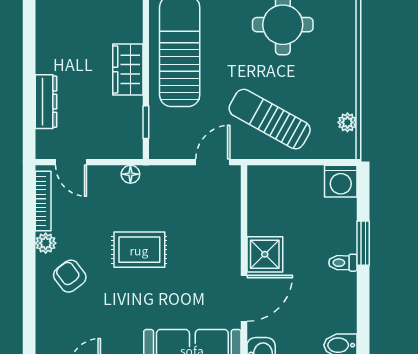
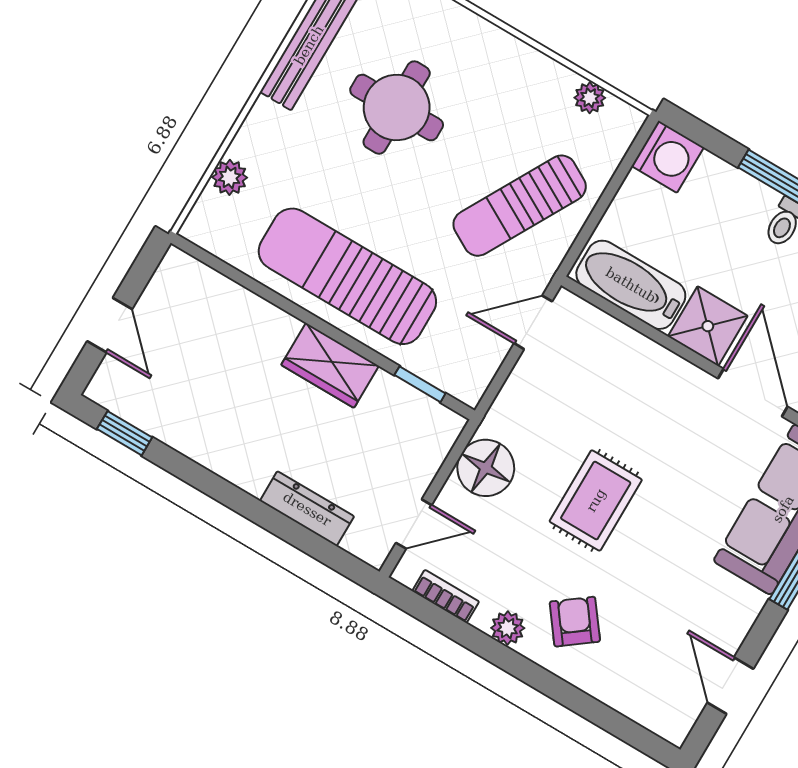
door: (213, 162) -> (533, 322), hinge flipped
floor lamp: (130, 174) -> (486, 468), width x1.89, depth x1.89
bookcase: (43, 201) -> (446, 596), width x0.64
bathtub: (263, 201) -> (631, 285), added
armchair: (70, 276) -> (575, 622), turned 90

